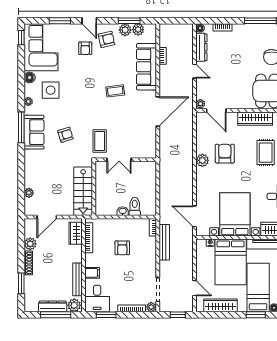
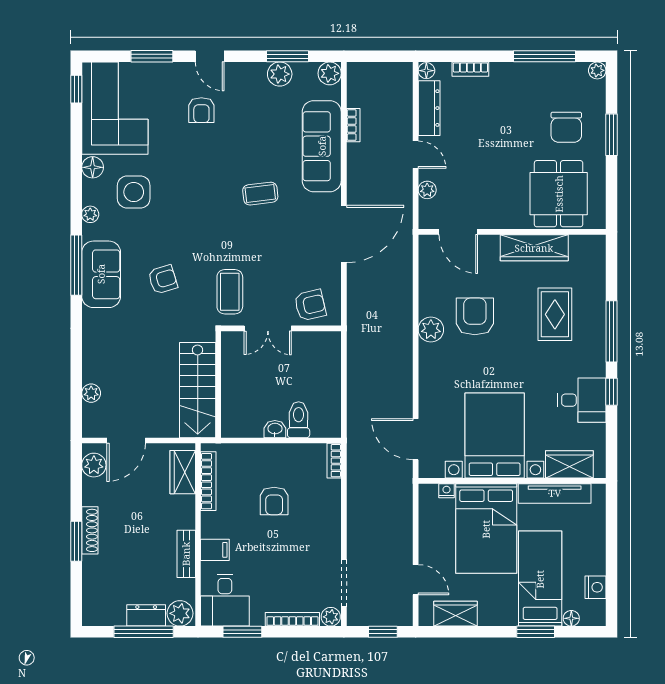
plant: (138, 30) -> (330, 73), moved
armchair: (106, 39) -> (310, 305), moved
plant: (200, 104) -> (427, 190), moved
bench: (164, 242) -> (356, 490), removed
plant: (30, 244) -> (94, 465), moved
bench: (77, 279) -> (186, 554), width x0.73
window: (21, 283) -> (76, 541), moved
wardrobe: (220, 305) -> (455, 614), width x0.67
dresser: (53, 306) -> (146, 615), width x0.70

